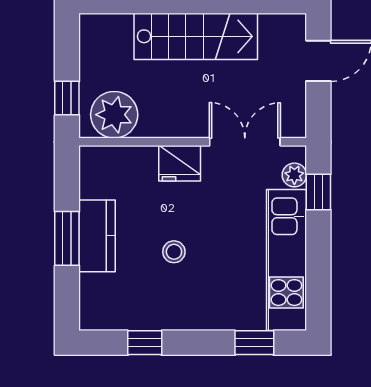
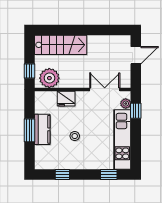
stairs: (196, 36) -> (61, 45), moved
fridge: (180, 163) -> (66, 99), moved

